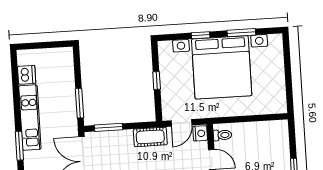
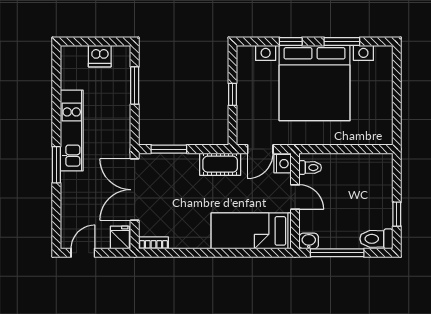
dishwasher: (27, 75) -> (100, 56), moved, turned 90
window: (79, 103) -> (135, 85), moved

